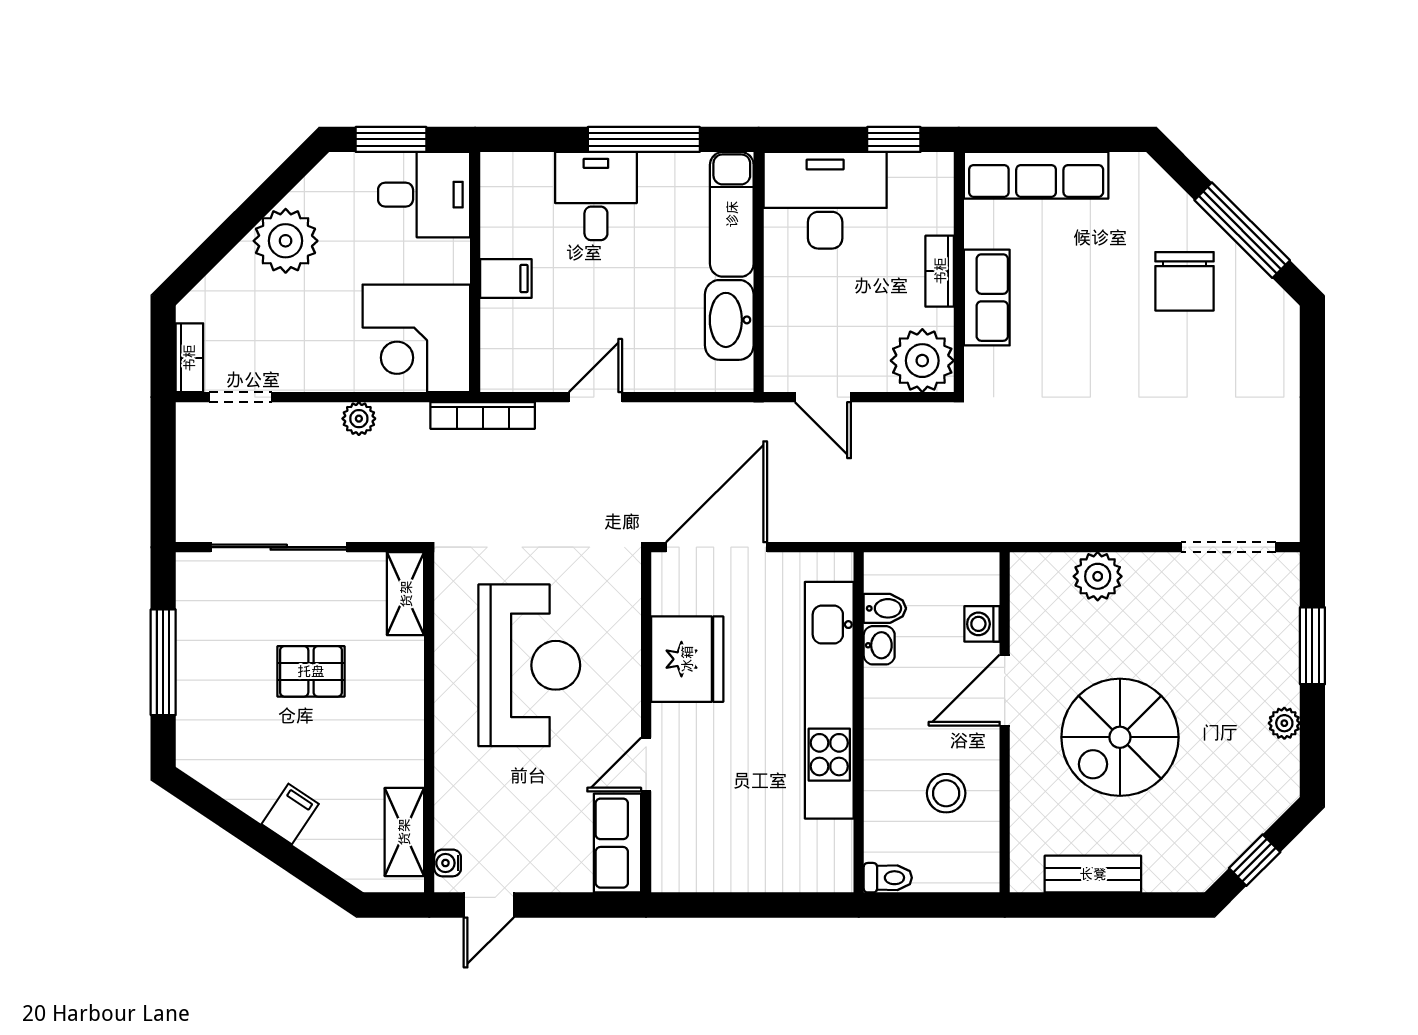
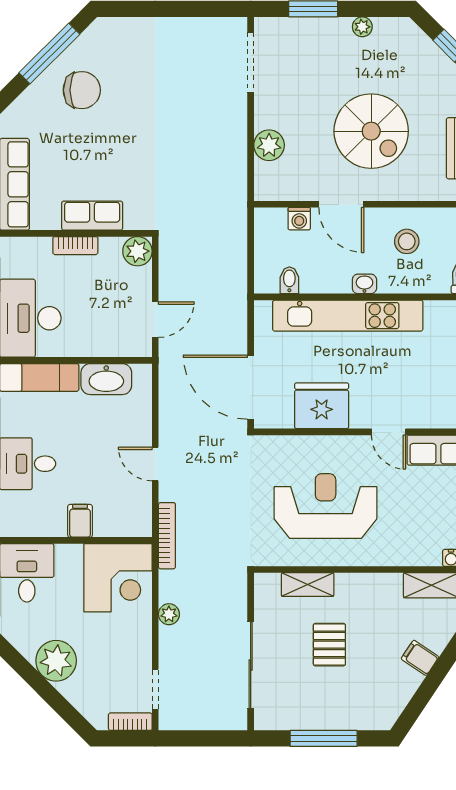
plant: (922, 361) -> (137, 251), width x0.73, depth x0.73
shelving: (406, 594) -> (308, 585), moved
washbasin: (879, 645) -> (364, 284), moved

